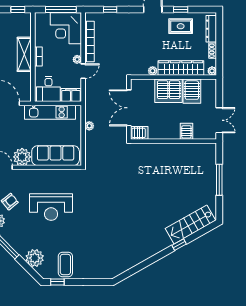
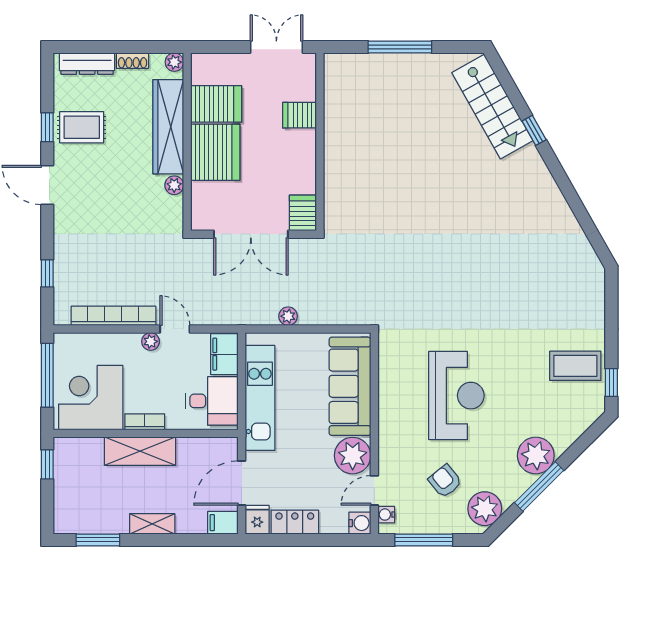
rug: (181, 26) -> (82, 127), turned 90
corner desk: (66, 28) -> (91, 398), moved, turned 180
plant: (35, 258) -> (536, 456), moved

